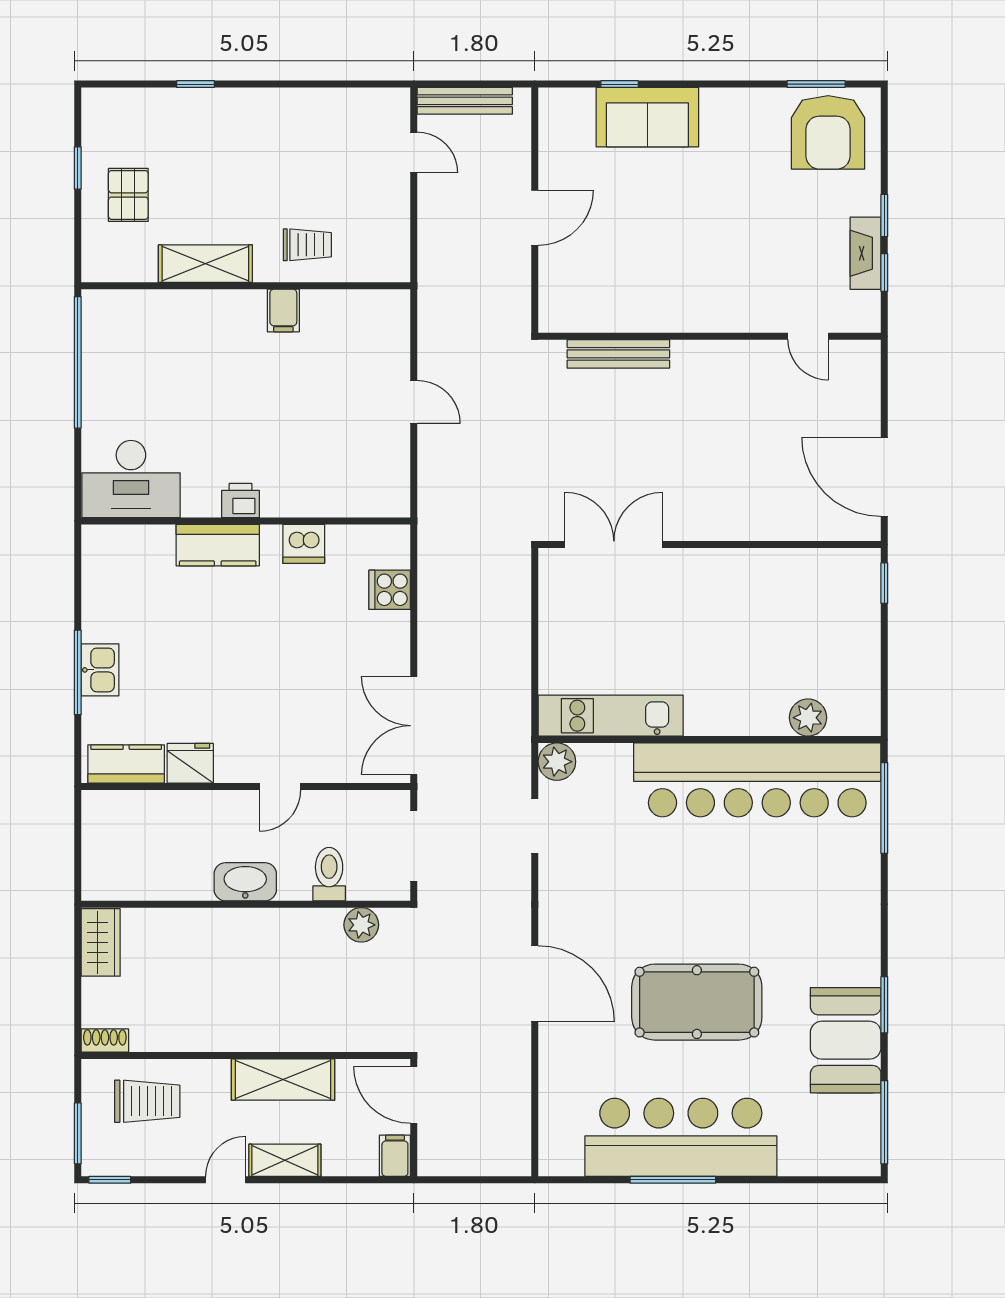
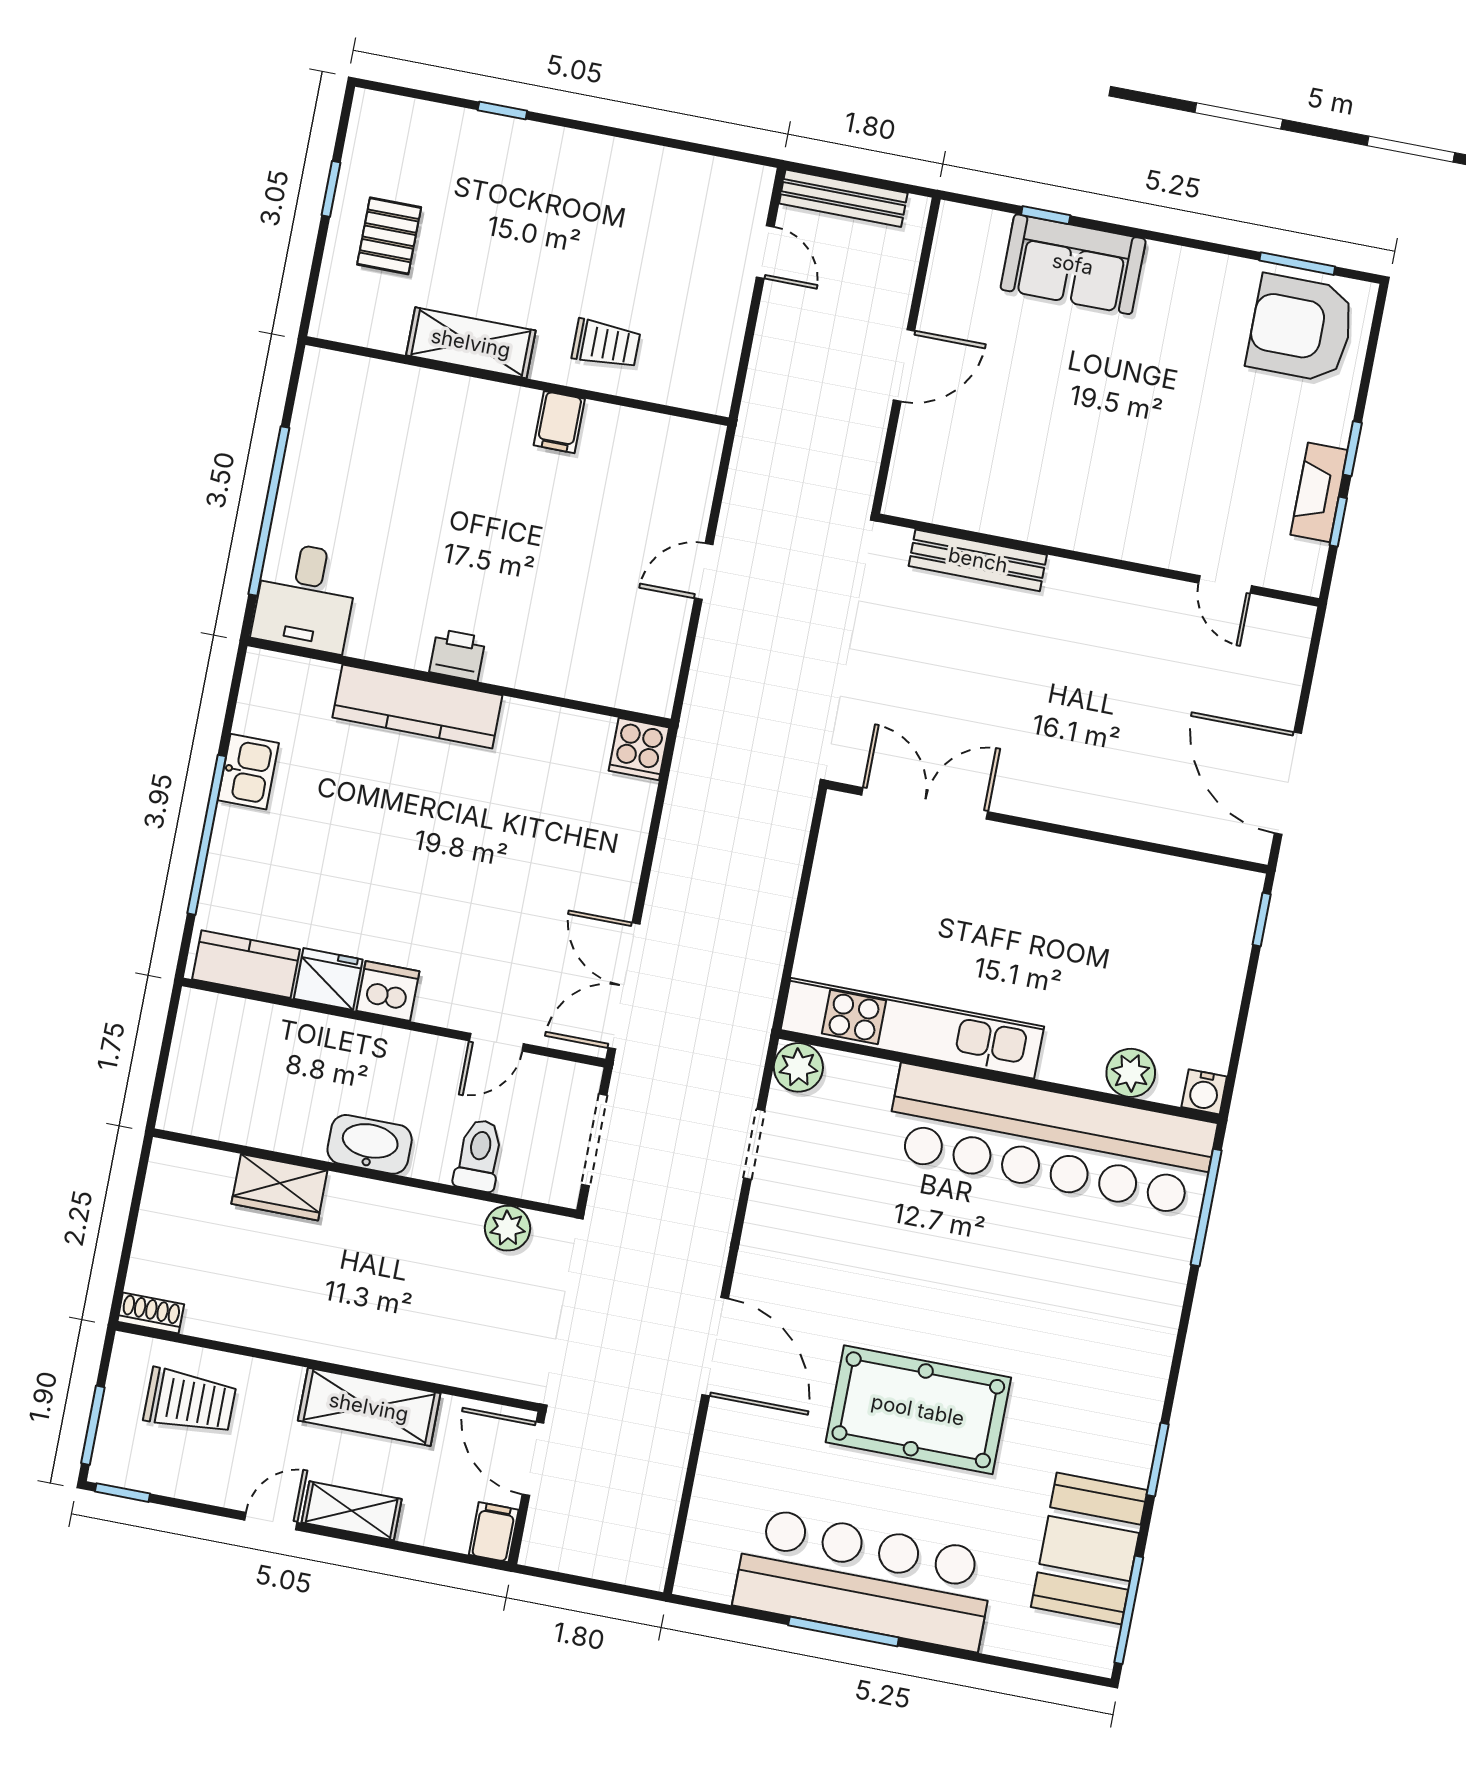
armchair: (828, 132) -> (1301, 328), turned 90
window: (78, 362) -> (269, 511), moved
door: (414, 402) -> (704, 571), swing flipped
desk: (131, 479) -> (305, 597), width x0.73
dishwasher: (304, 544) -> (388, 991), moved, turned 180
kitchen counter: (218, 545) -> (417, 706), width x1.50
cooker: (390, 590) -> (639, 749), moved, turned -90
kitchen sink: (100, 670) -> (248, 772), moved
window: (78, 672) -> (207, 835), width x1.46
kitchen unit: (611, 716) -> (912, 1028), width x1.36
water cooler: (866, 721) -> (1204, 1092), added
door: (280, 787) -> (496, 1042), moved
wardrobe: (101, 942) -> (279, 1187), moved, turned 90
booth: (846, 1040) -> (1089, 1549), moved

